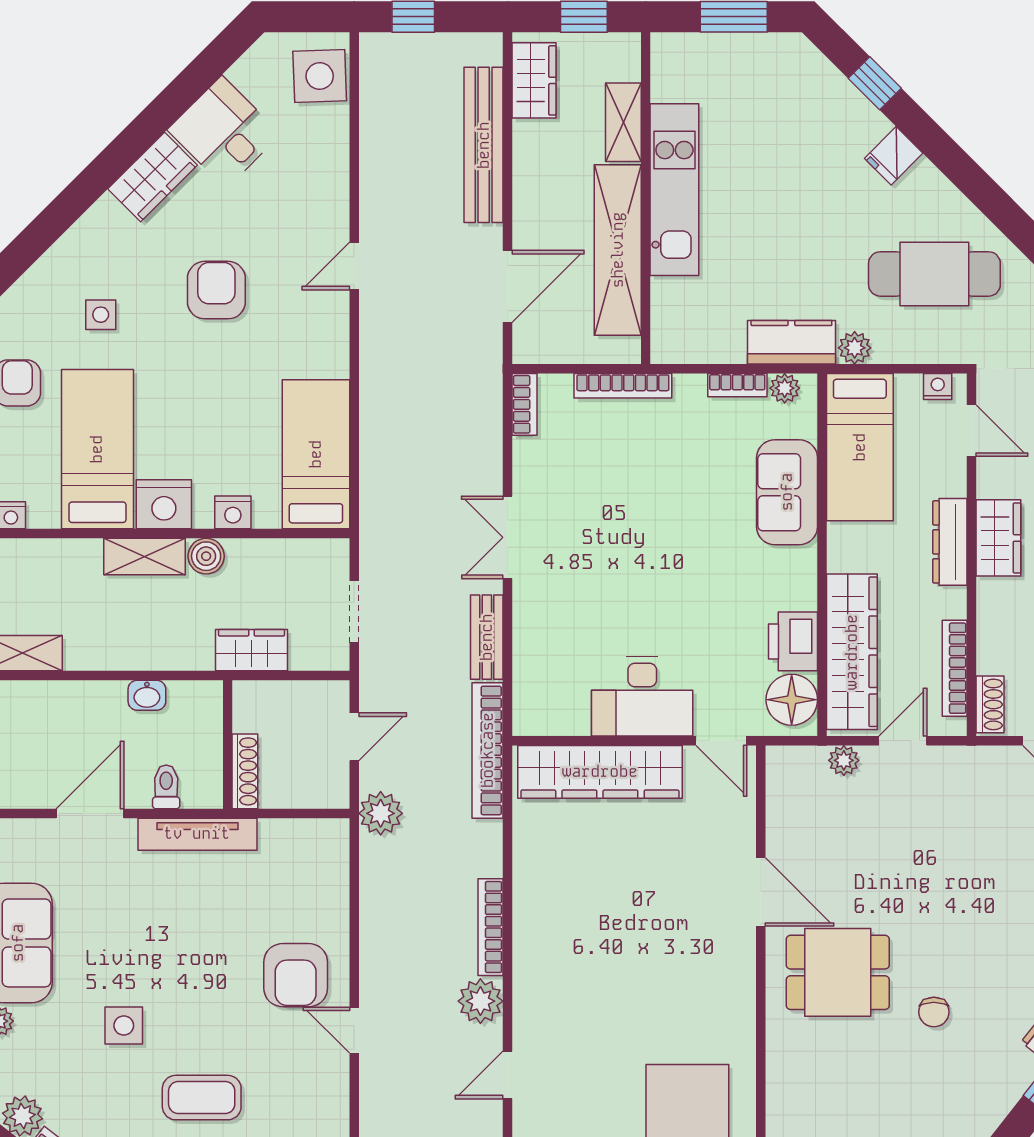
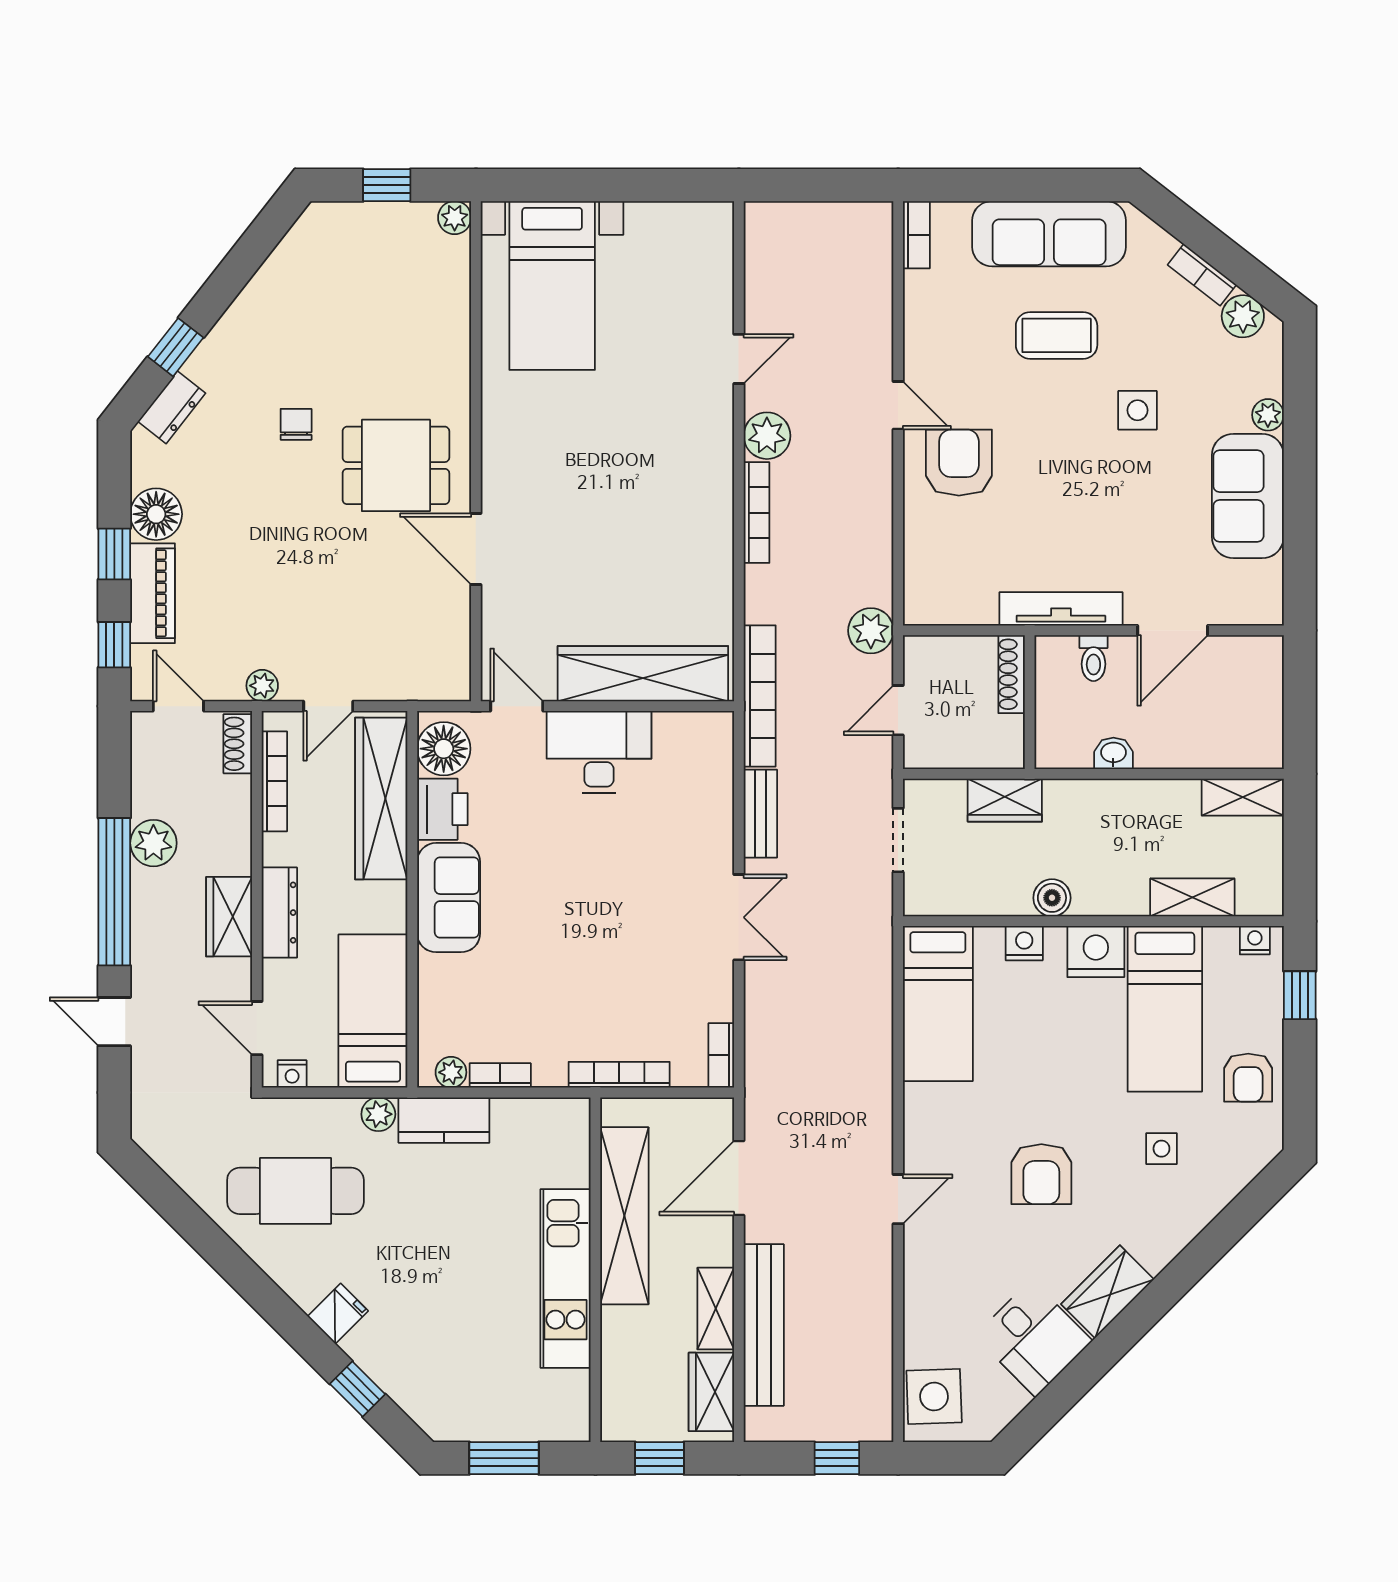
shelving: (623, 122) -> (716, 1309), moved
sofa: (787, 492) -> (449, 898), moved
shelving: (144, 556) -> (1192, 897), moved
plant: (844, 760) -> (262, 686), moved

